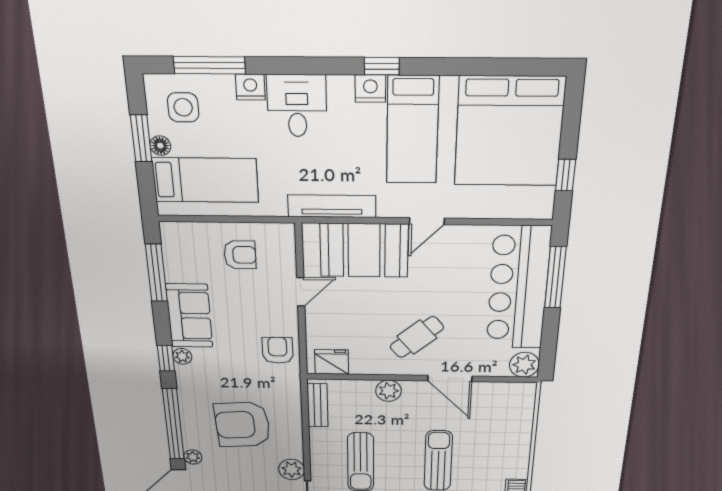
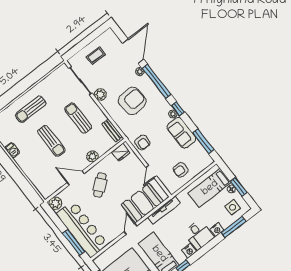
nightstand: (370, 89) -> (189, 251), moved

